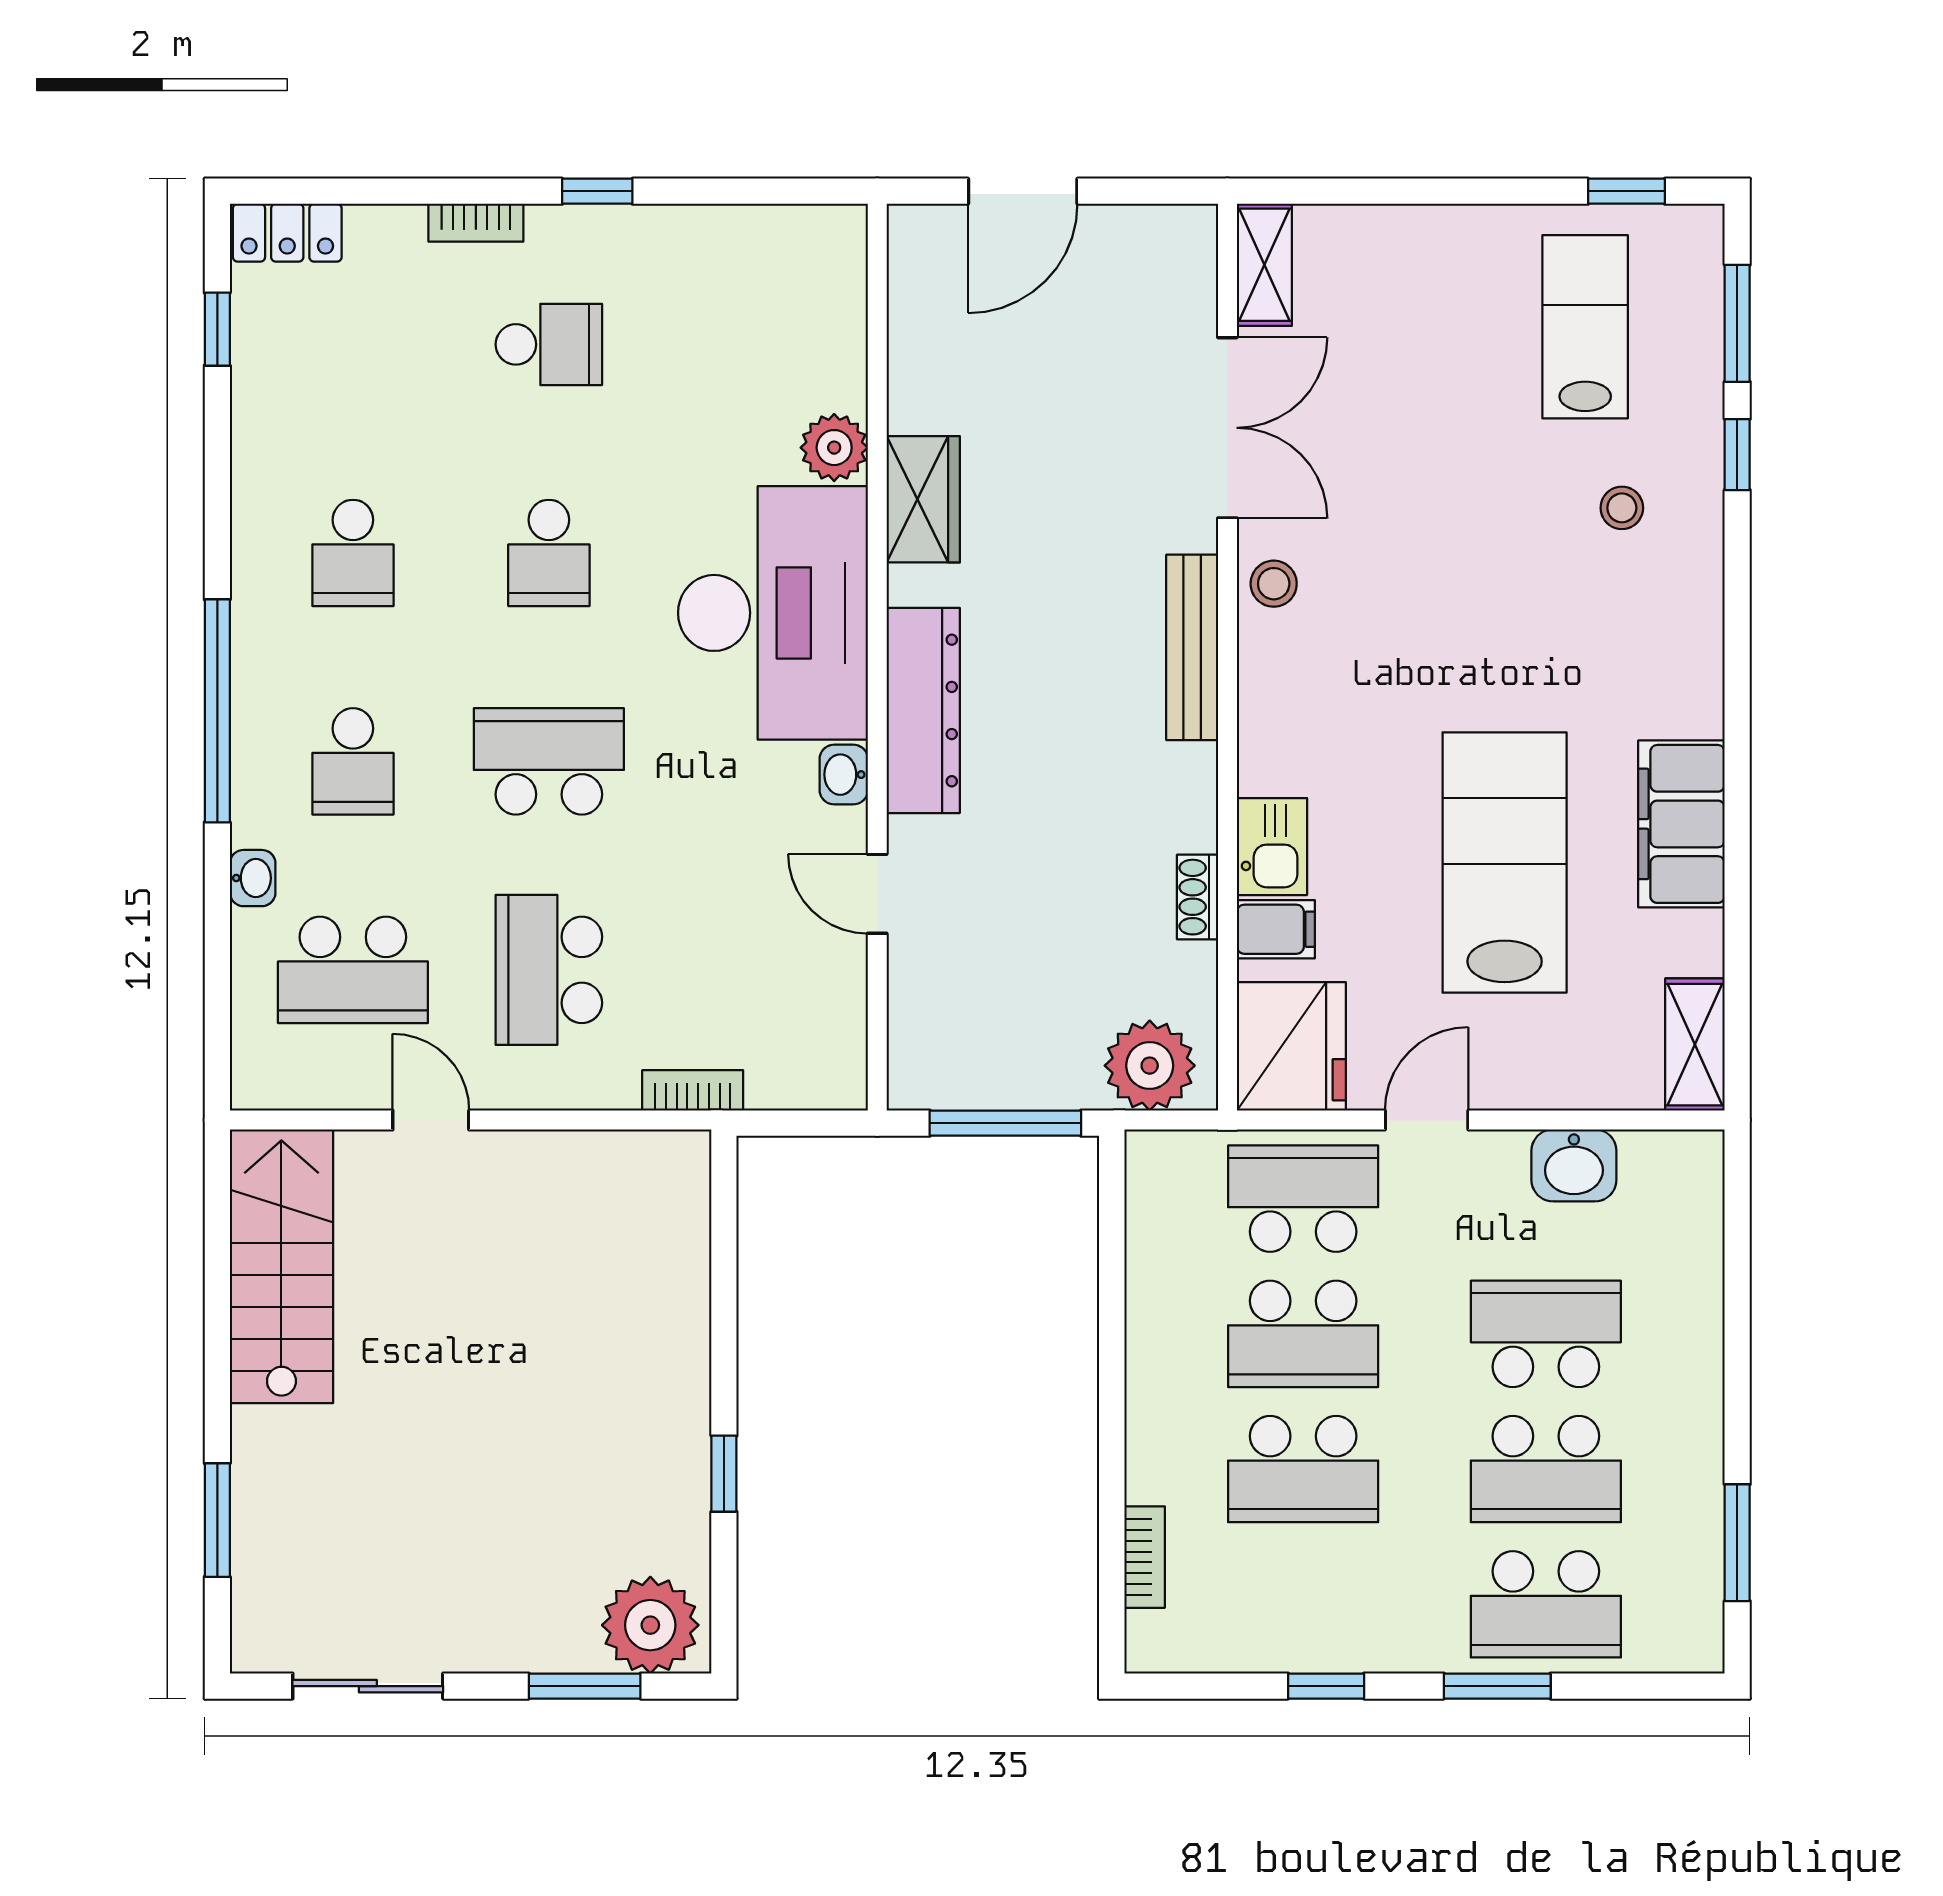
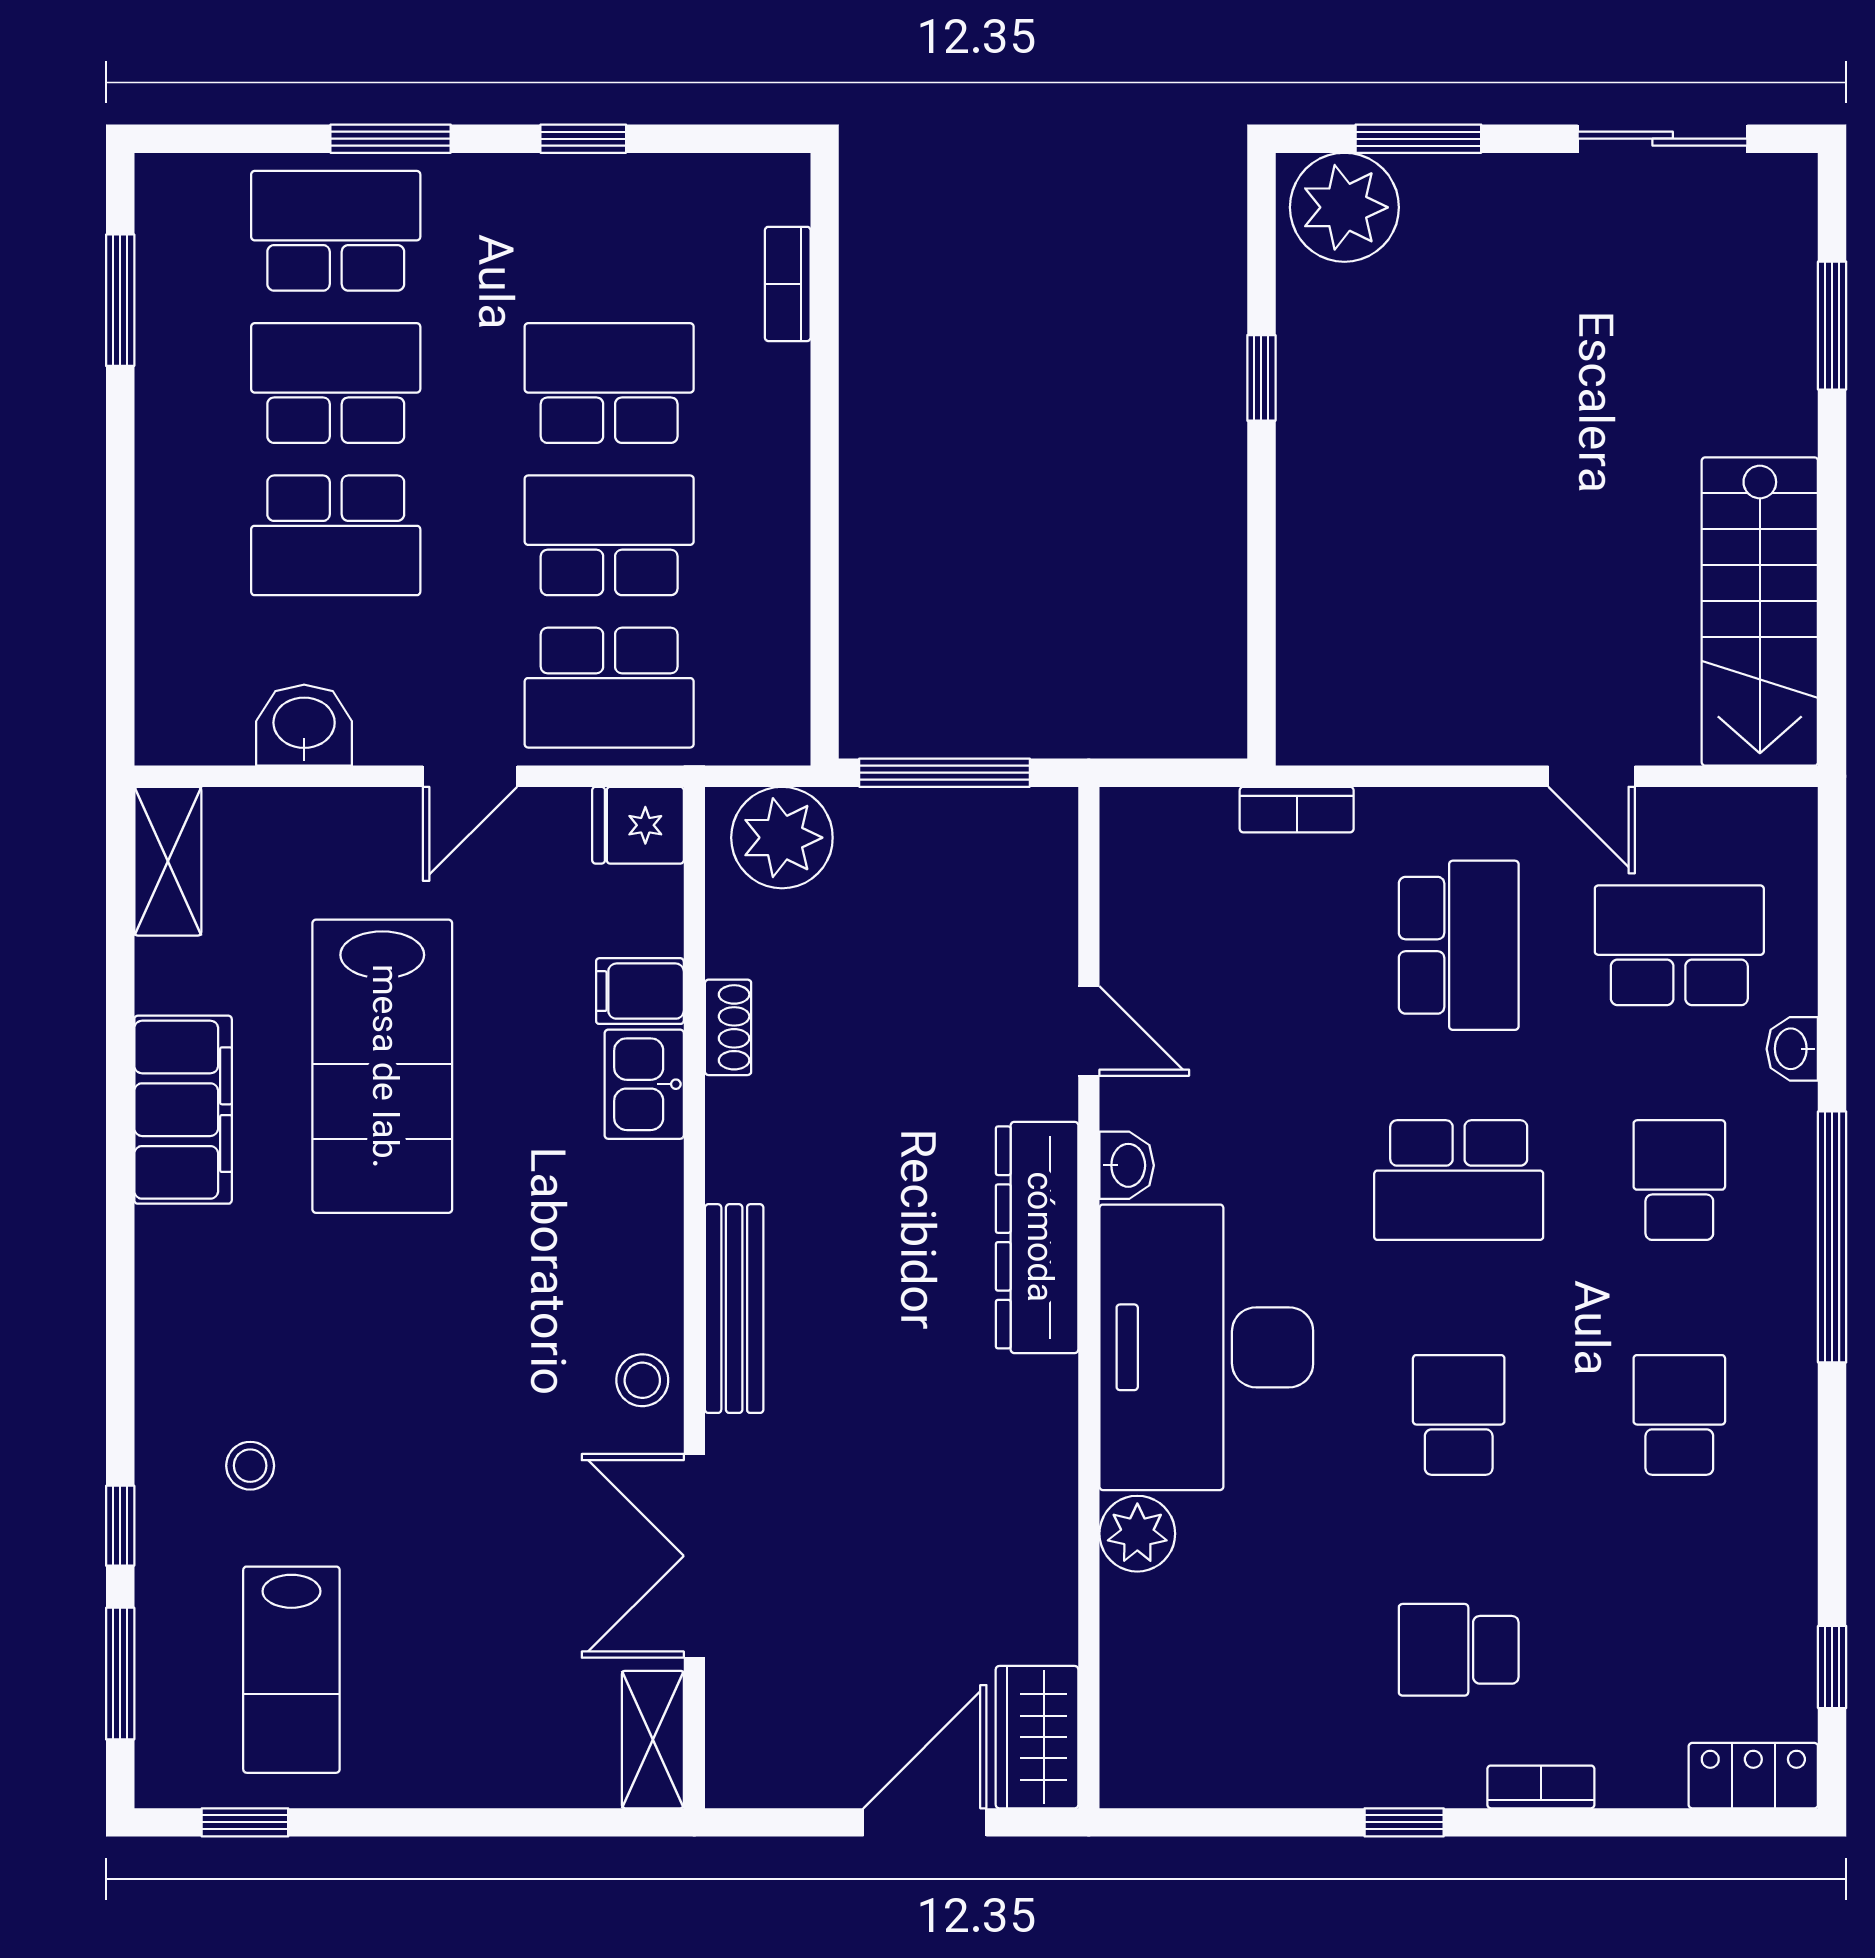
wardrobe: (923, 499) -> (1037, 1737), moved
fridge: (1291, 1046) -> (638, 825), width x0.53, depth x0.75

